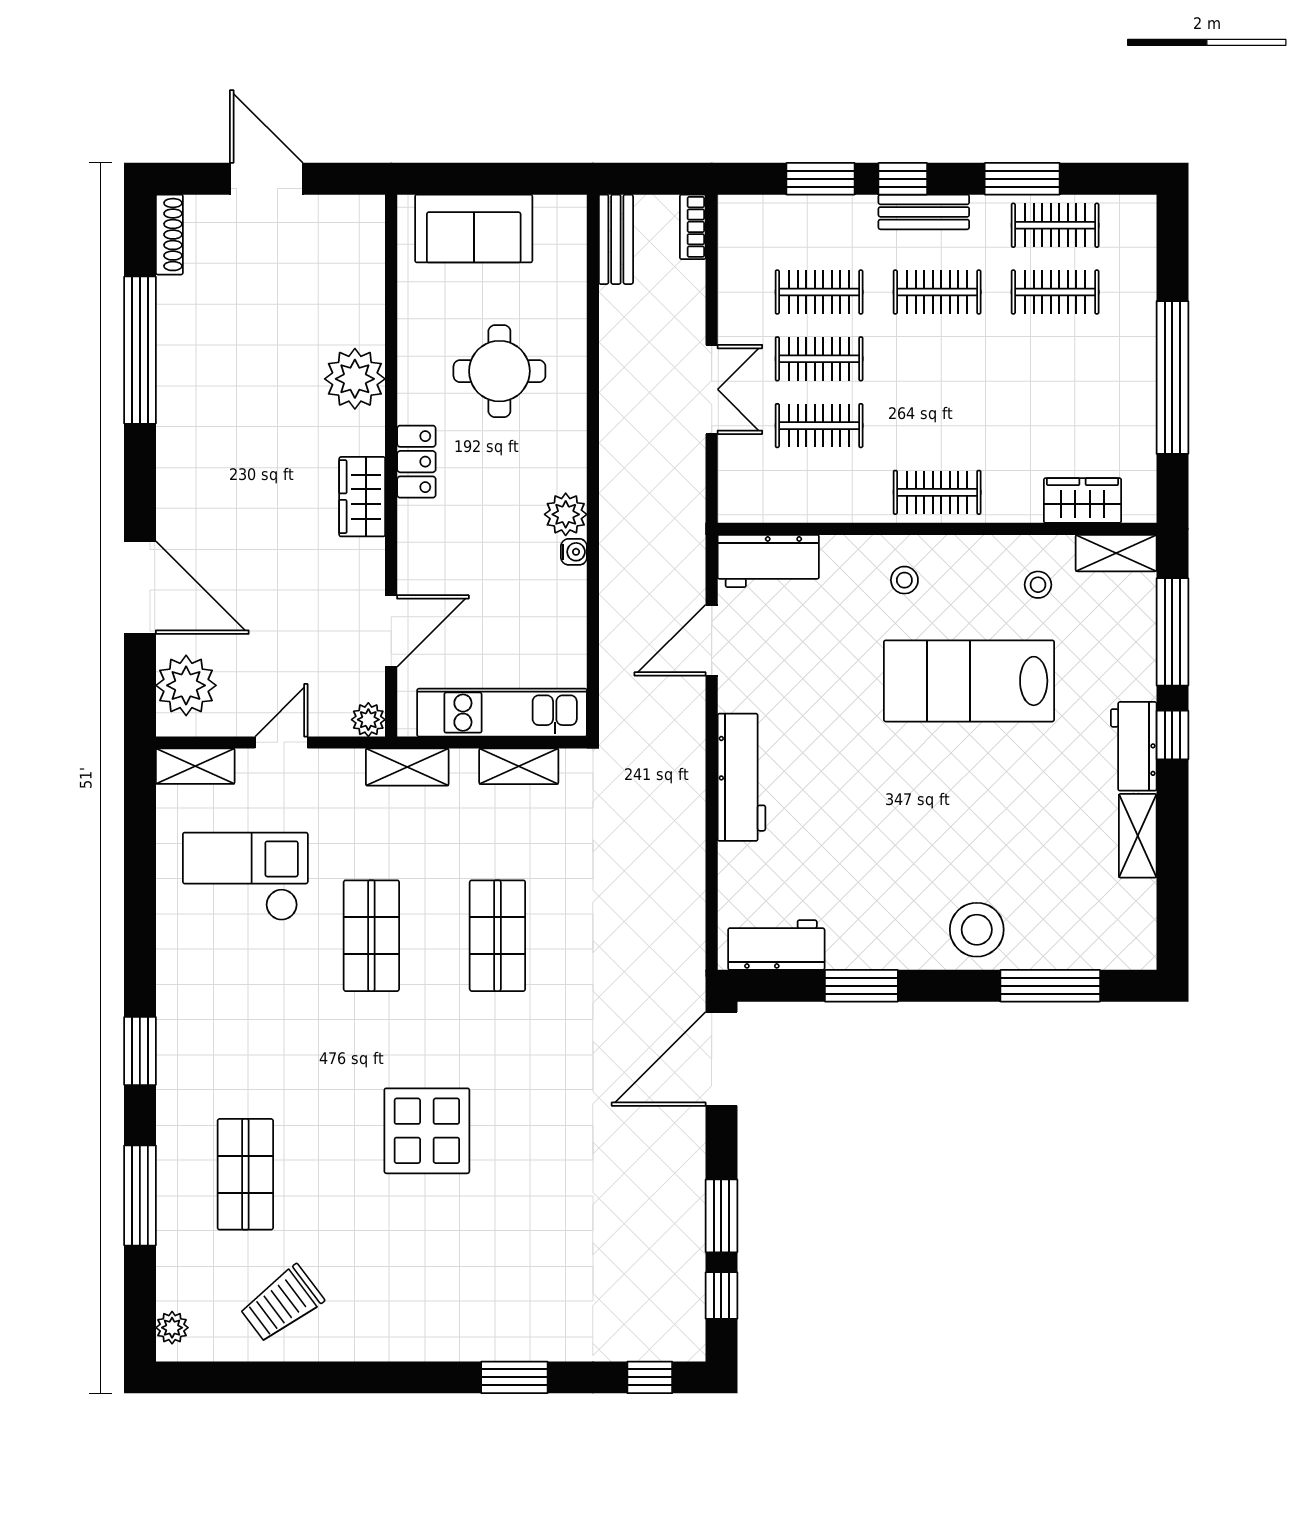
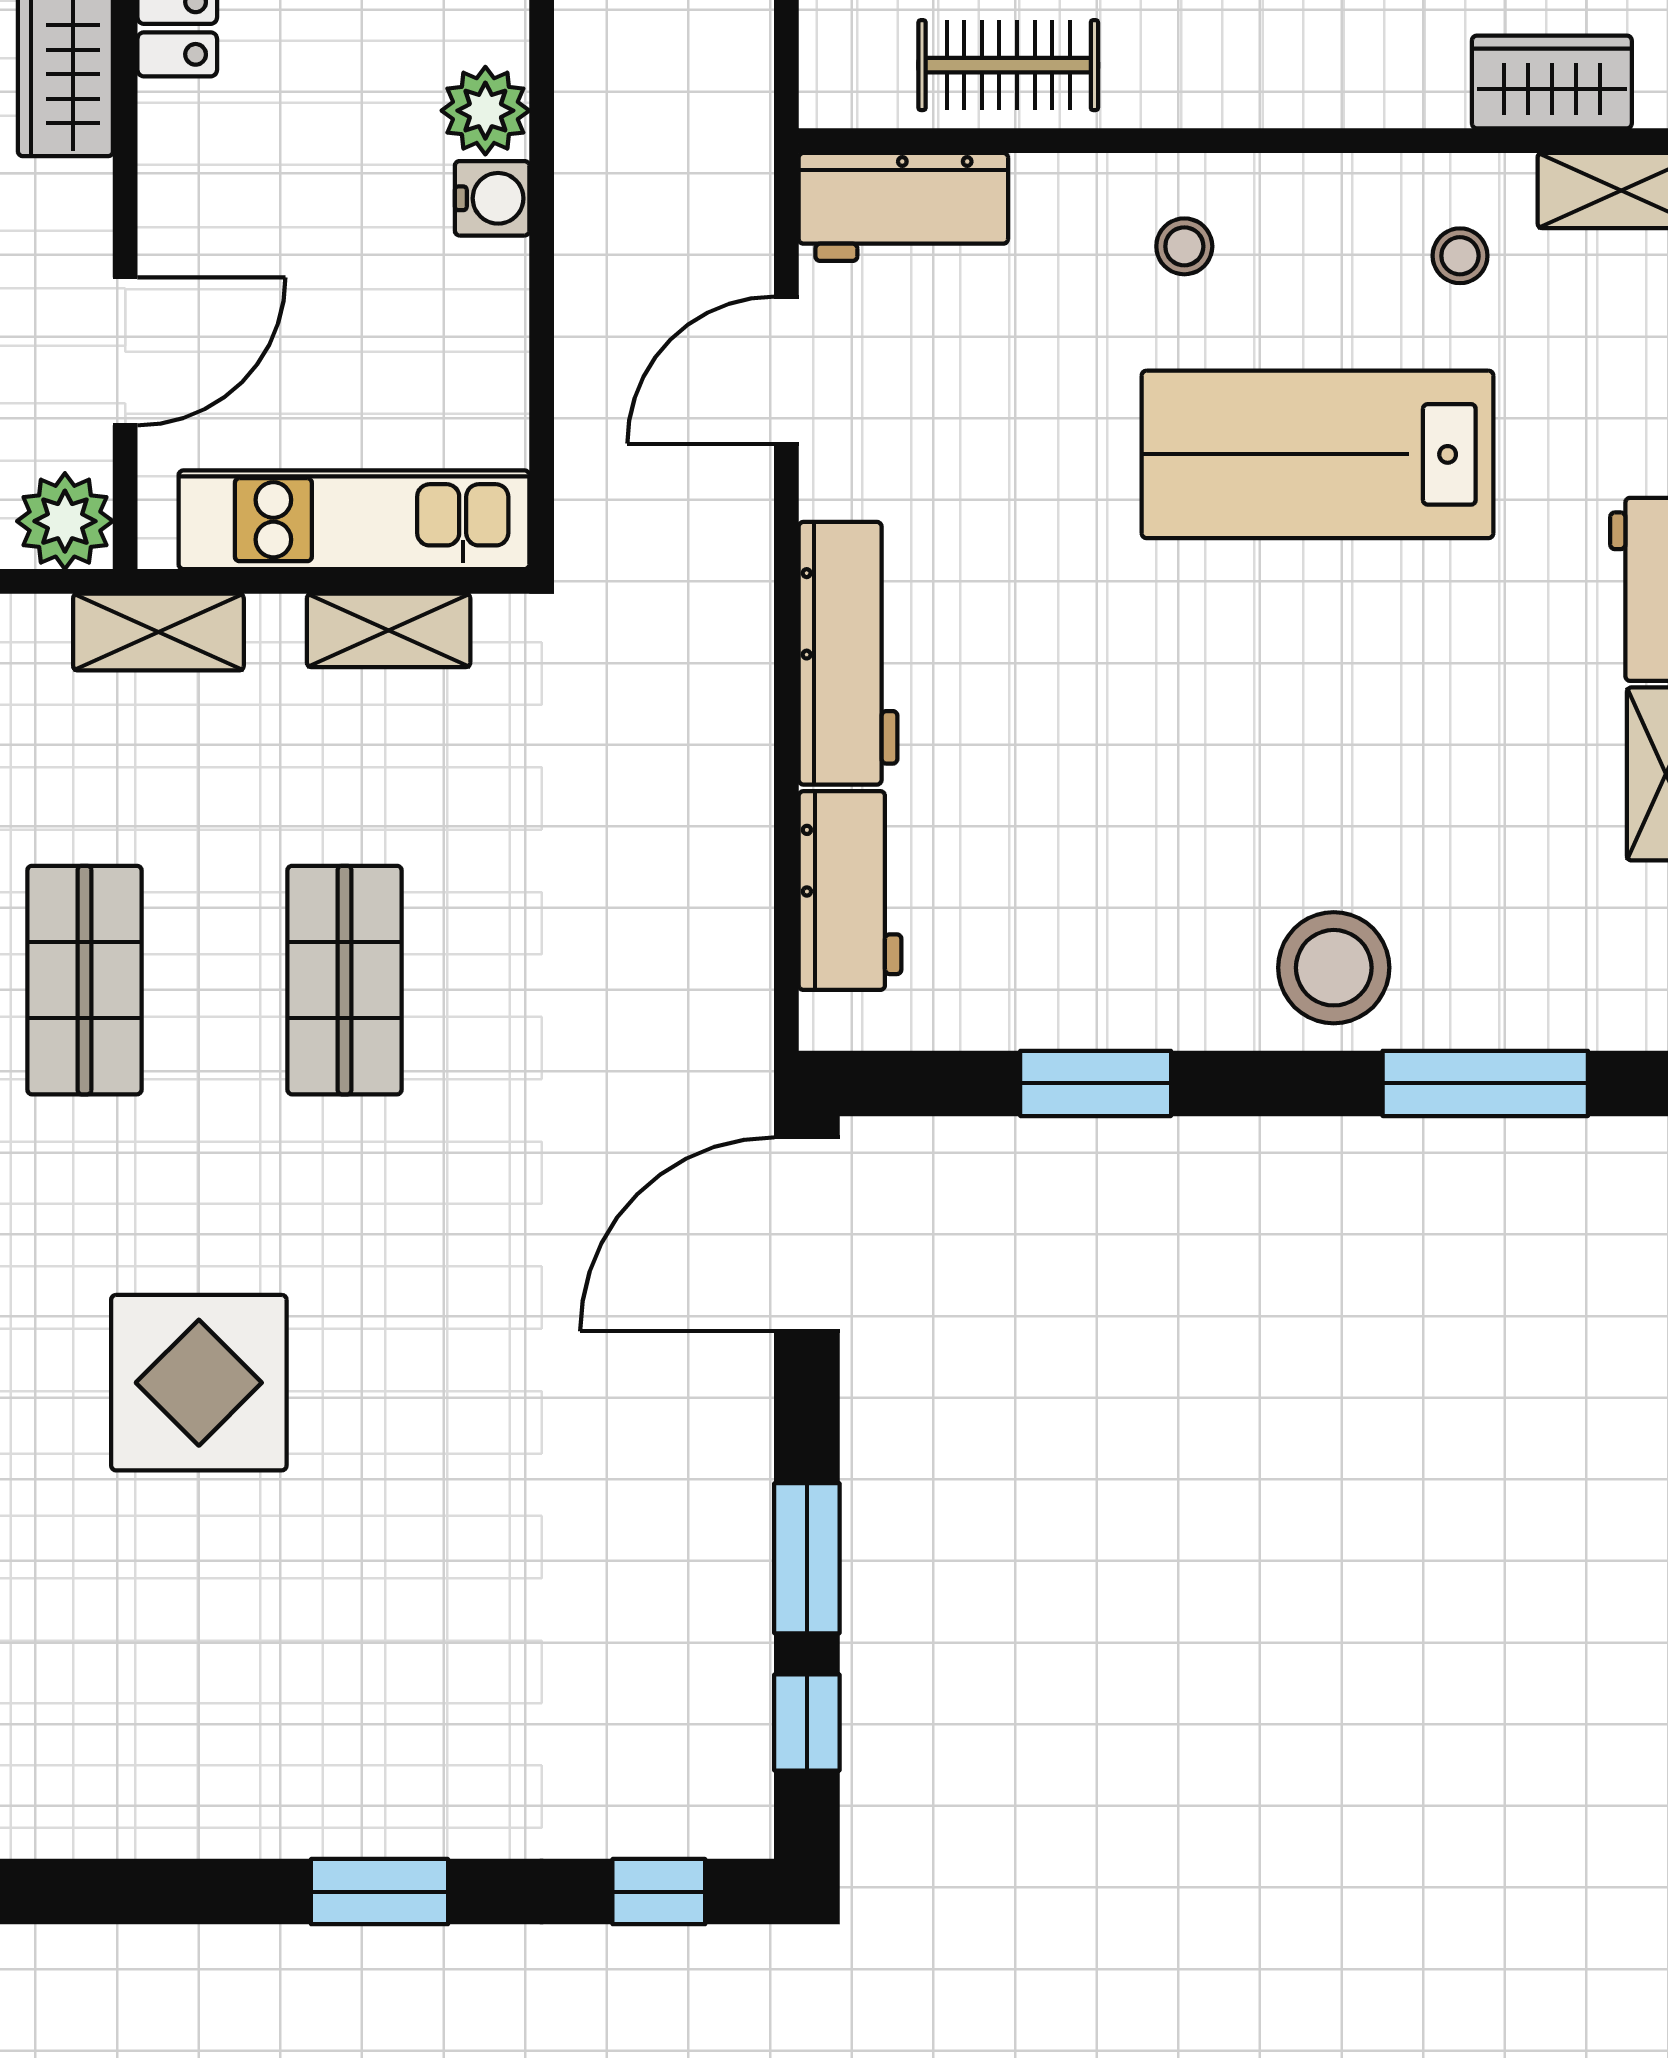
clothes rail: (937, 492) -> (1008, 65), moved
water cooler: (574, 552) -> (492, 198), width x1.38, depth x1.38
plant: (368, 720) -> (65, 521), width x1.38, depth x1.38
workbench: (776, 945) -> (850, 891), moved, turned 90

